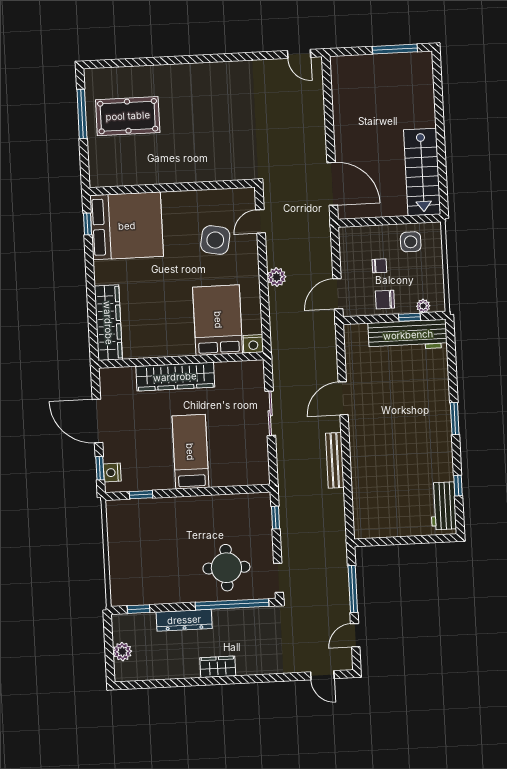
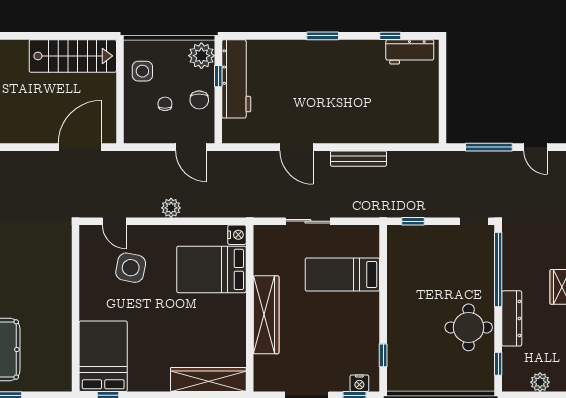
bed: (127, 226) -> (103, 356), width x0.73
plant: (423, 306) -> (201, 56), width x1.87, depth x1.87
bed: (190, 452) -> (342, 275), moved
round table: (226, 568) -> (469, 327), moved

